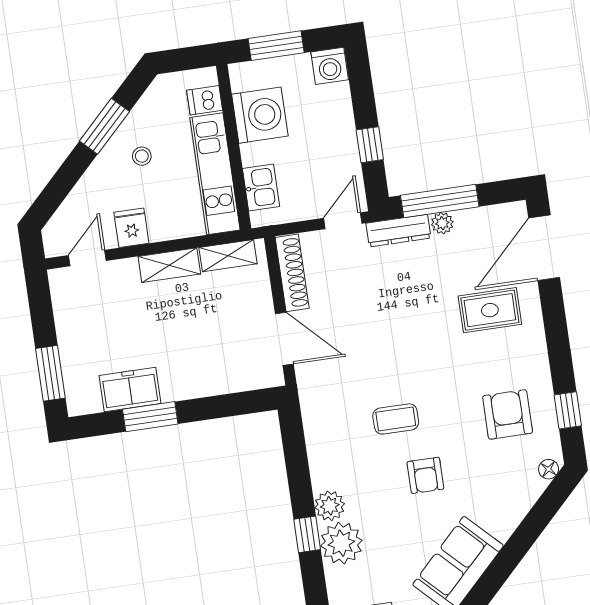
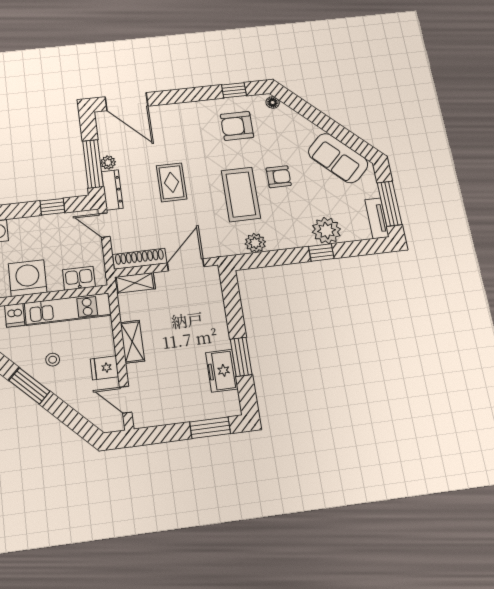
shelving: (228, 256) -> (135, 283), moved, turned 90
rug: (490, 310) -> (172, 182), moved
coffee table: (396, 419) -> (241, 194), width x1.86, depth x1.72
plant: (330, 506) -> (255, 243), moved

